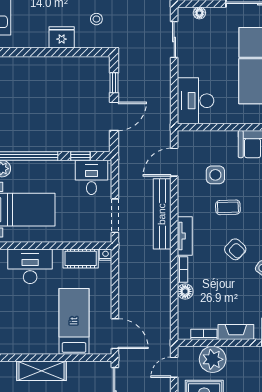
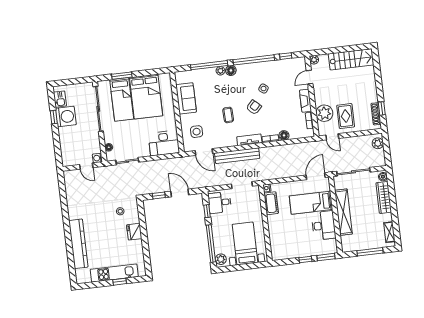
side table: (215, 175) -> (197, 132), moved
desk: (30, 266) -> (324, 225), moved, turned 180
shelving: (42, 371) -> (343, 212), width x1.47

